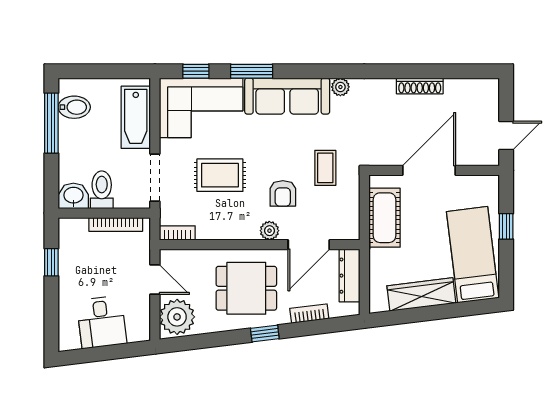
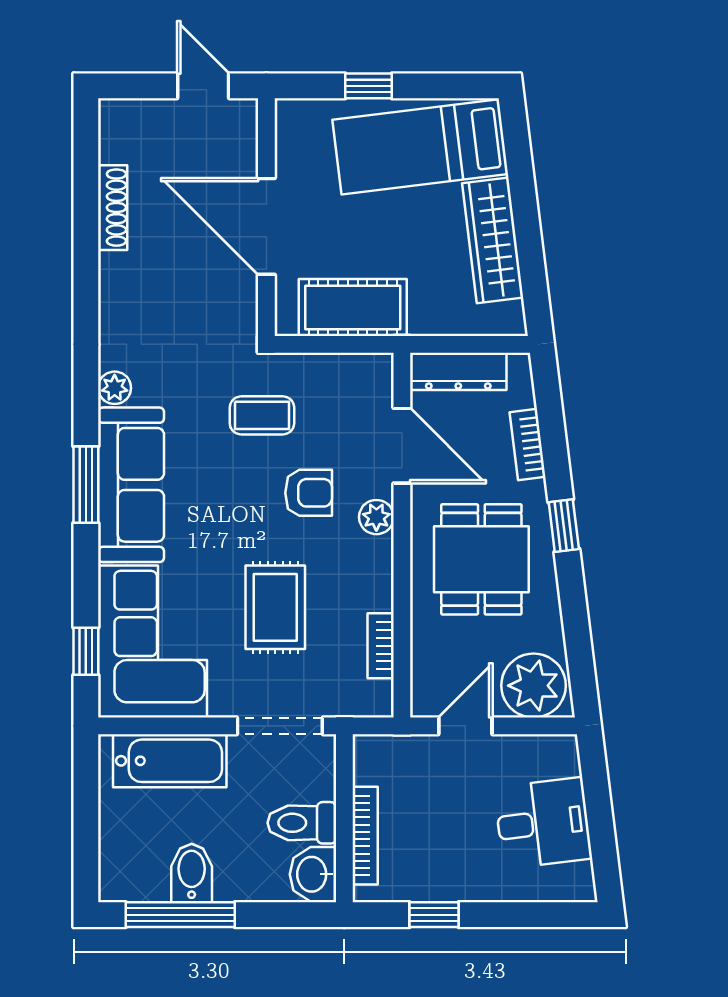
window: (252, 71) -> (86, 485), moved
shoe rack: (420, 86) -> (113, 208), moved
bidet: (74, 107) -> (192, 873), moved
bookcase: (116, 224) -> (365, 836), moved
bookcase: (177, 233) -> (381, 646), moved

